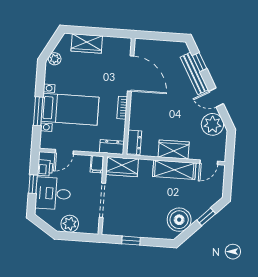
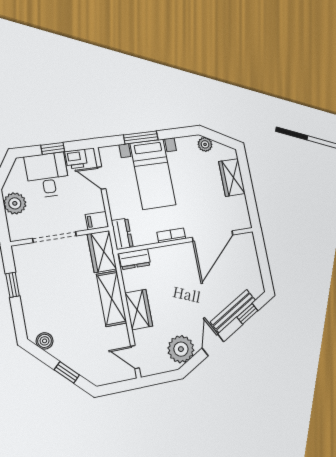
shelving: (174, 170) -> (111, 299), moved
boiler: (179, 220) -> (45, 341), width x0.54, depth x0.54

